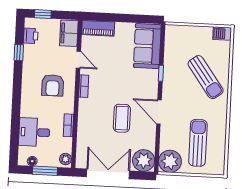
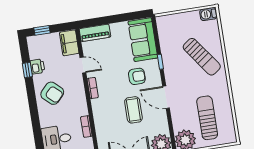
printer: (31, 36) -> (37, 66), moved
armchair: (133, 84) -> (137, 76), added
armchair: (53, 85) -> (52, 93), moved, turned -47

